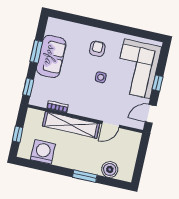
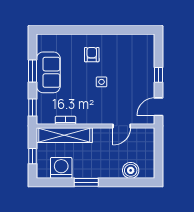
corner sofa: (137, 69) -> (135, 65), removed
shelving: (71, 125) -> (64, 135), moved
window: (85, 176) -> (86, 182), moved

